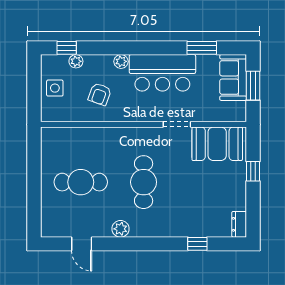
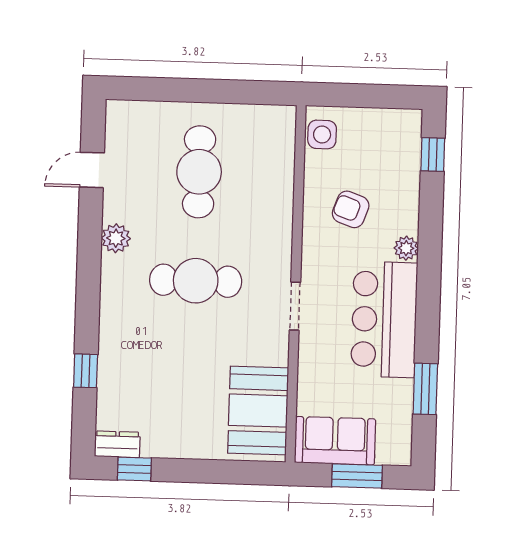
plant: (76, 61) -> (409, 170), removed
sofa: (233, 77) -> (335, 441), moved
side table: (55, 88) -> (322, 134), moved
doorway: (177, 124) -> (295, 306), moved
window: (253, 171) -> (134, 469), moved

